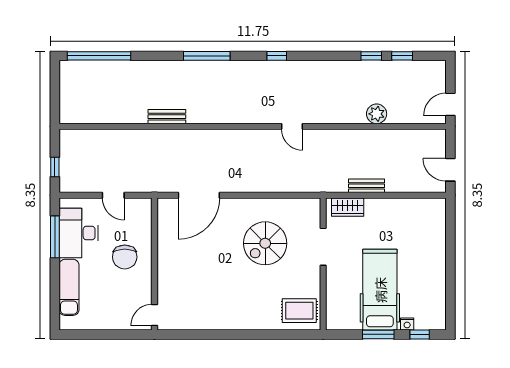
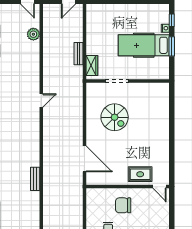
plant: (377, 114) -> (33, 34), moved
door: (113, 195) -> (84, 212), removed
chair: (125, 257) -> (123, 205), turned 180
rug: (299, 311) -> (140, 174), moved, turned 90

